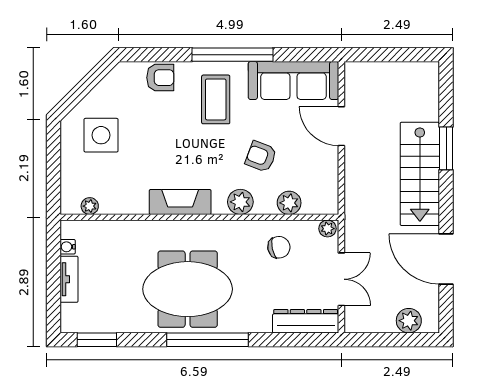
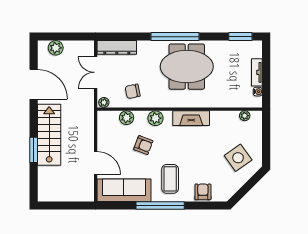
armchair: (160, 78) -> (203, 192), turned 90
side table: (101, 135) -> (238, 158), turned -35

